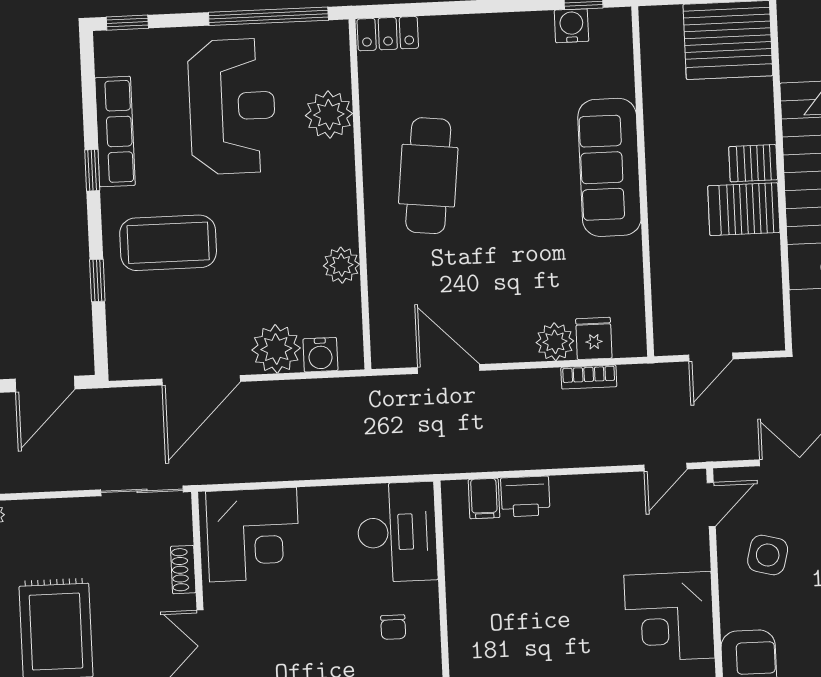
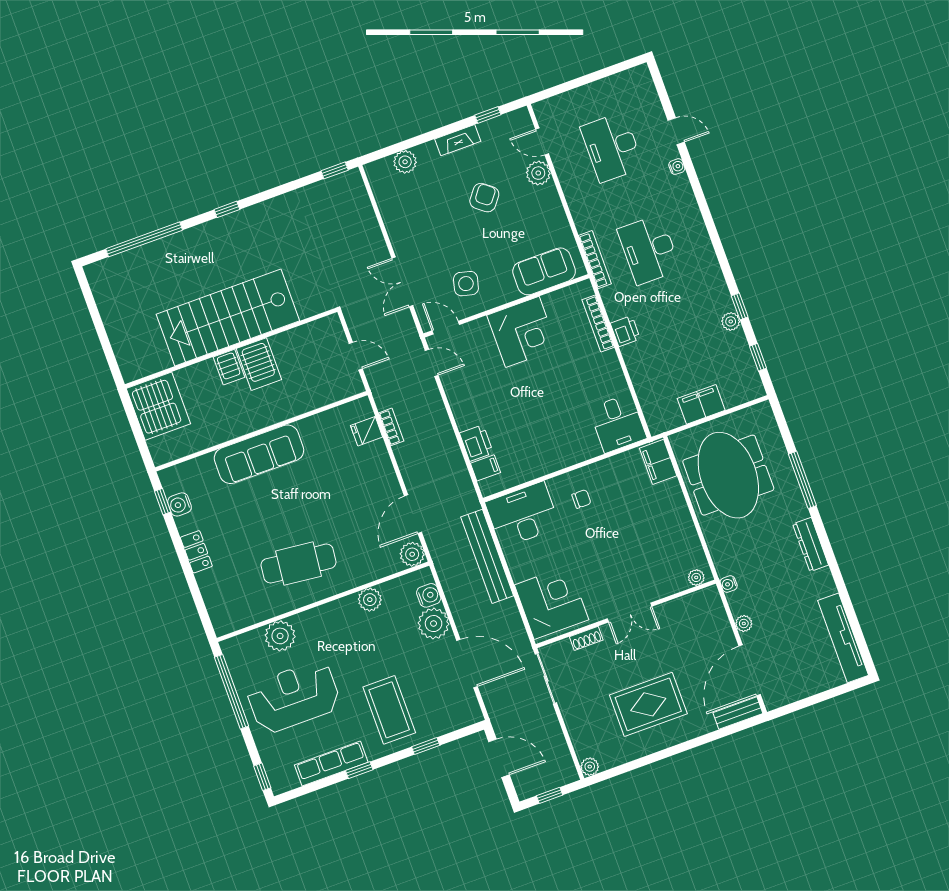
locker: (388, 34) -> (196, 552), moved
plant: (555, 342) -> (412, 554), moved
bench: (351, 460) -> (487, 556), added

